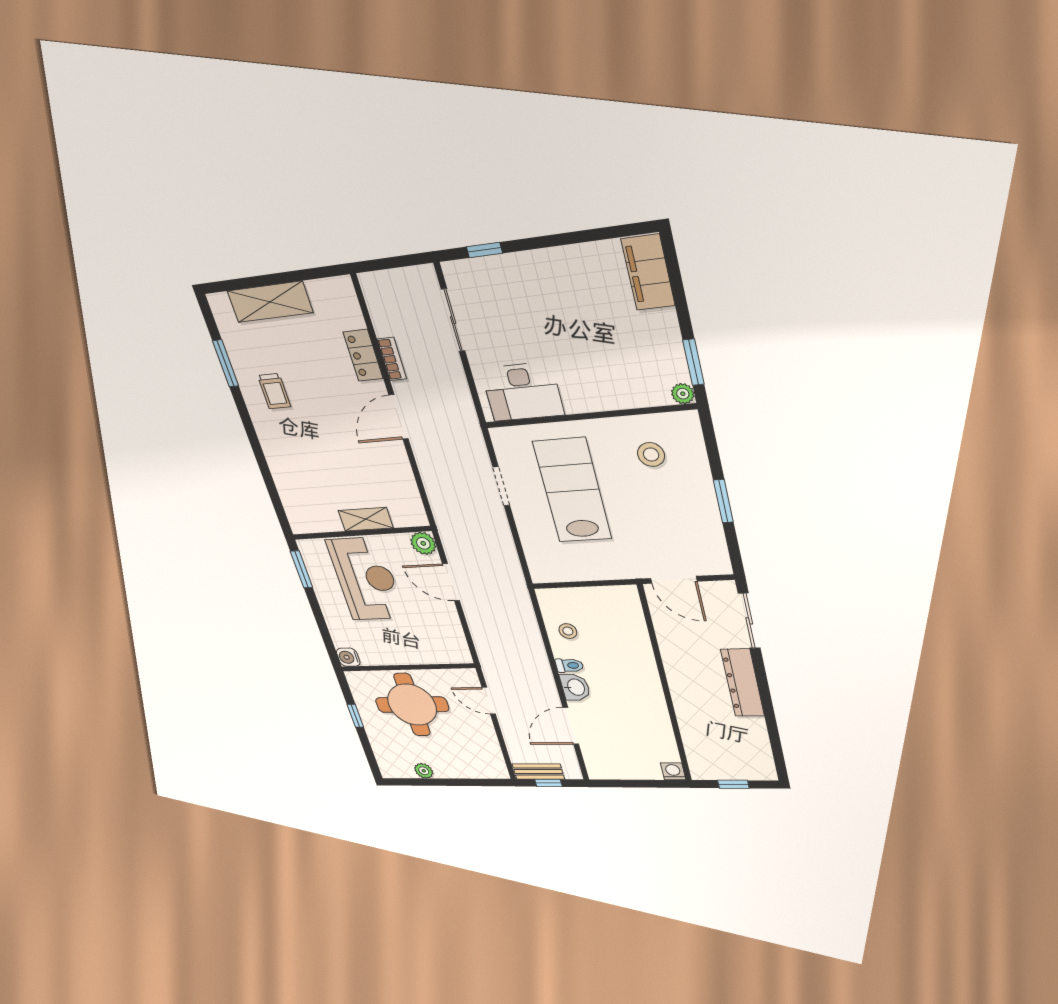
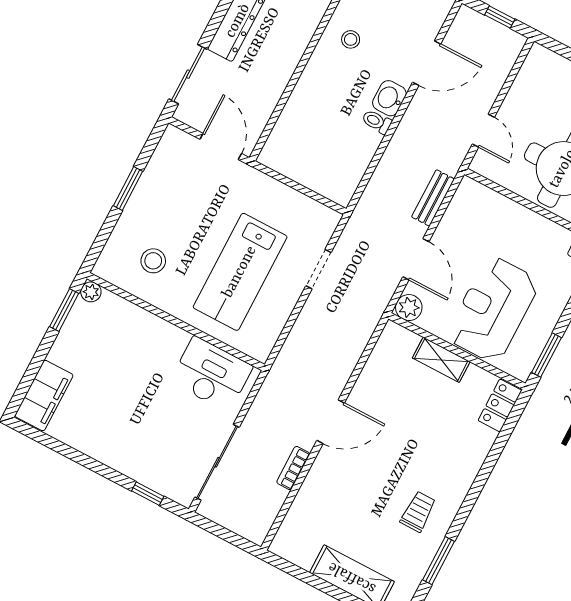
sliding door: (453, 320) -> (217, 462), width x1.37
locker: (363, 355) -> (500, 405), moved, turned 180
doorway: (501, 486) -> (319, 269), moved
stool: (568, 631) -> (351, 39), moved
bench: (538, 771) -> (433, 198), moved, turned 90

